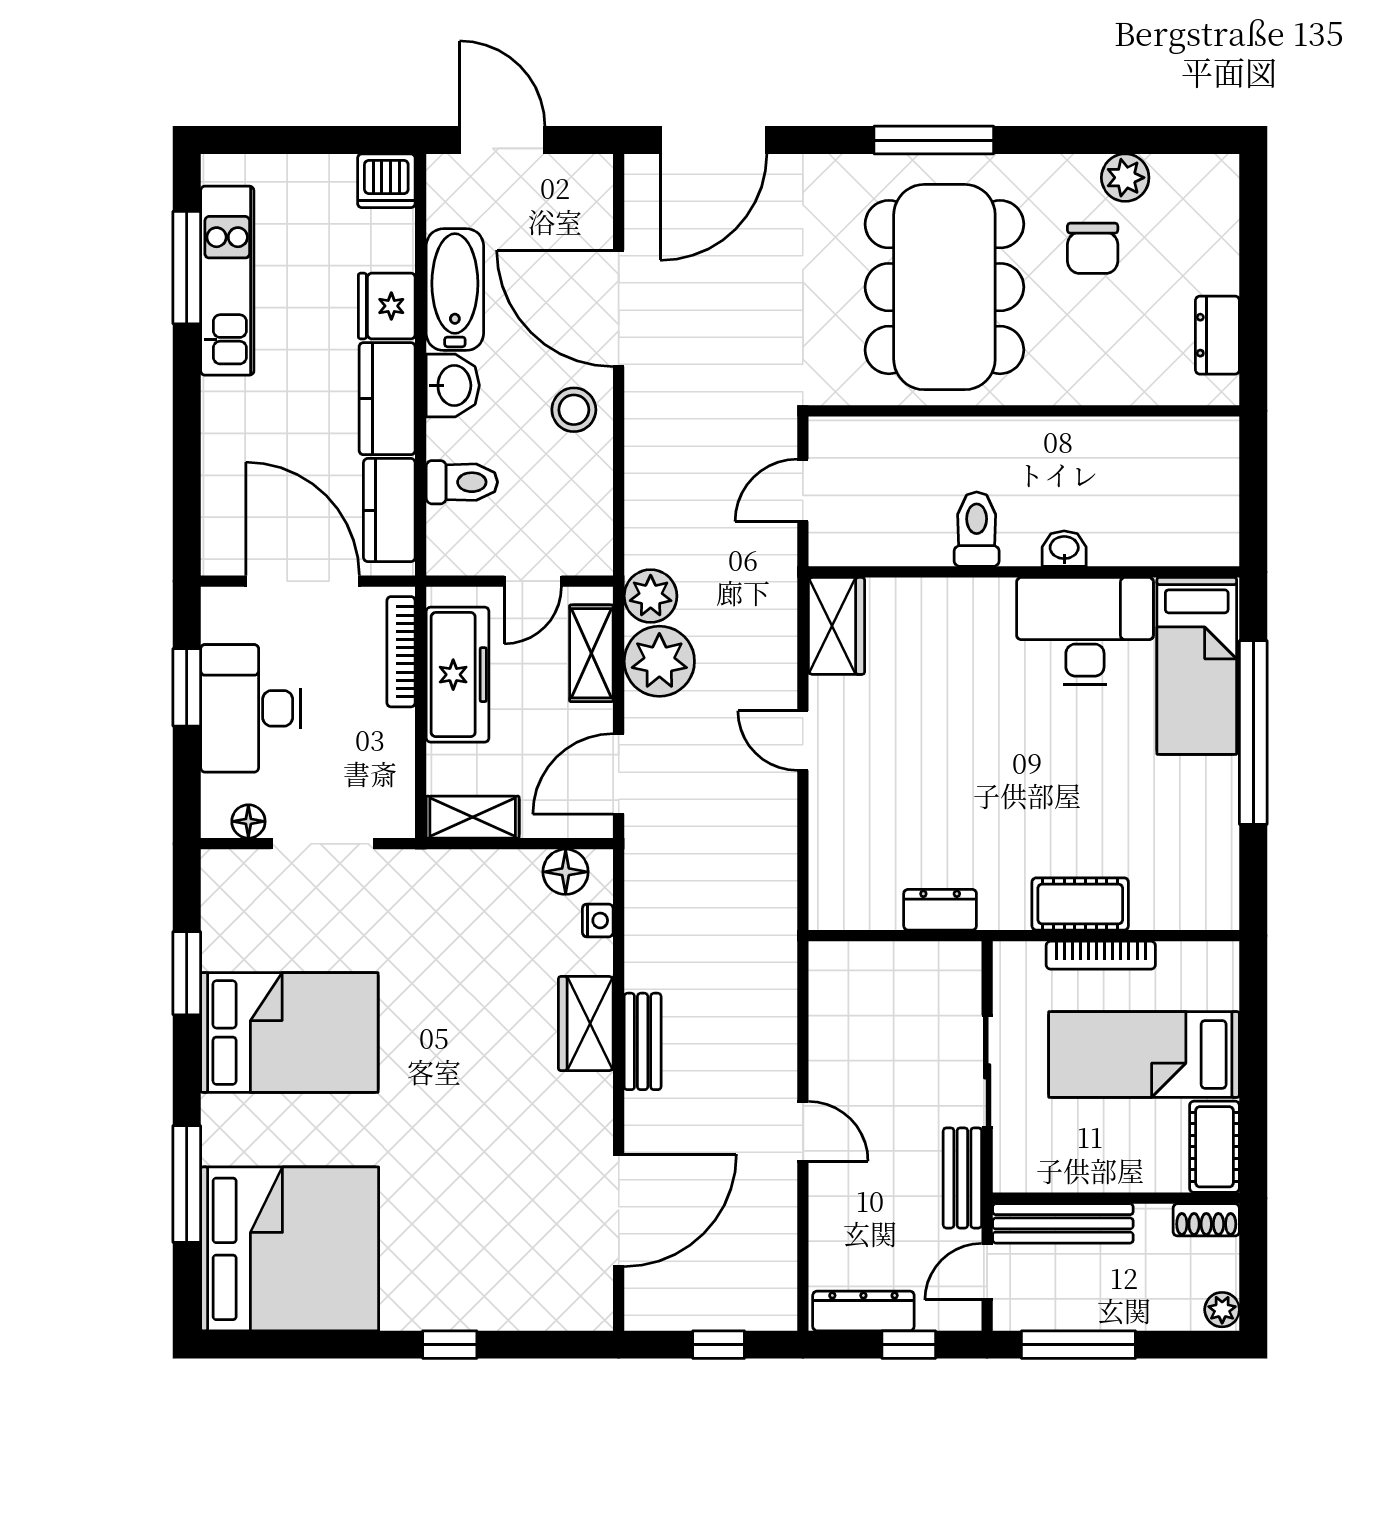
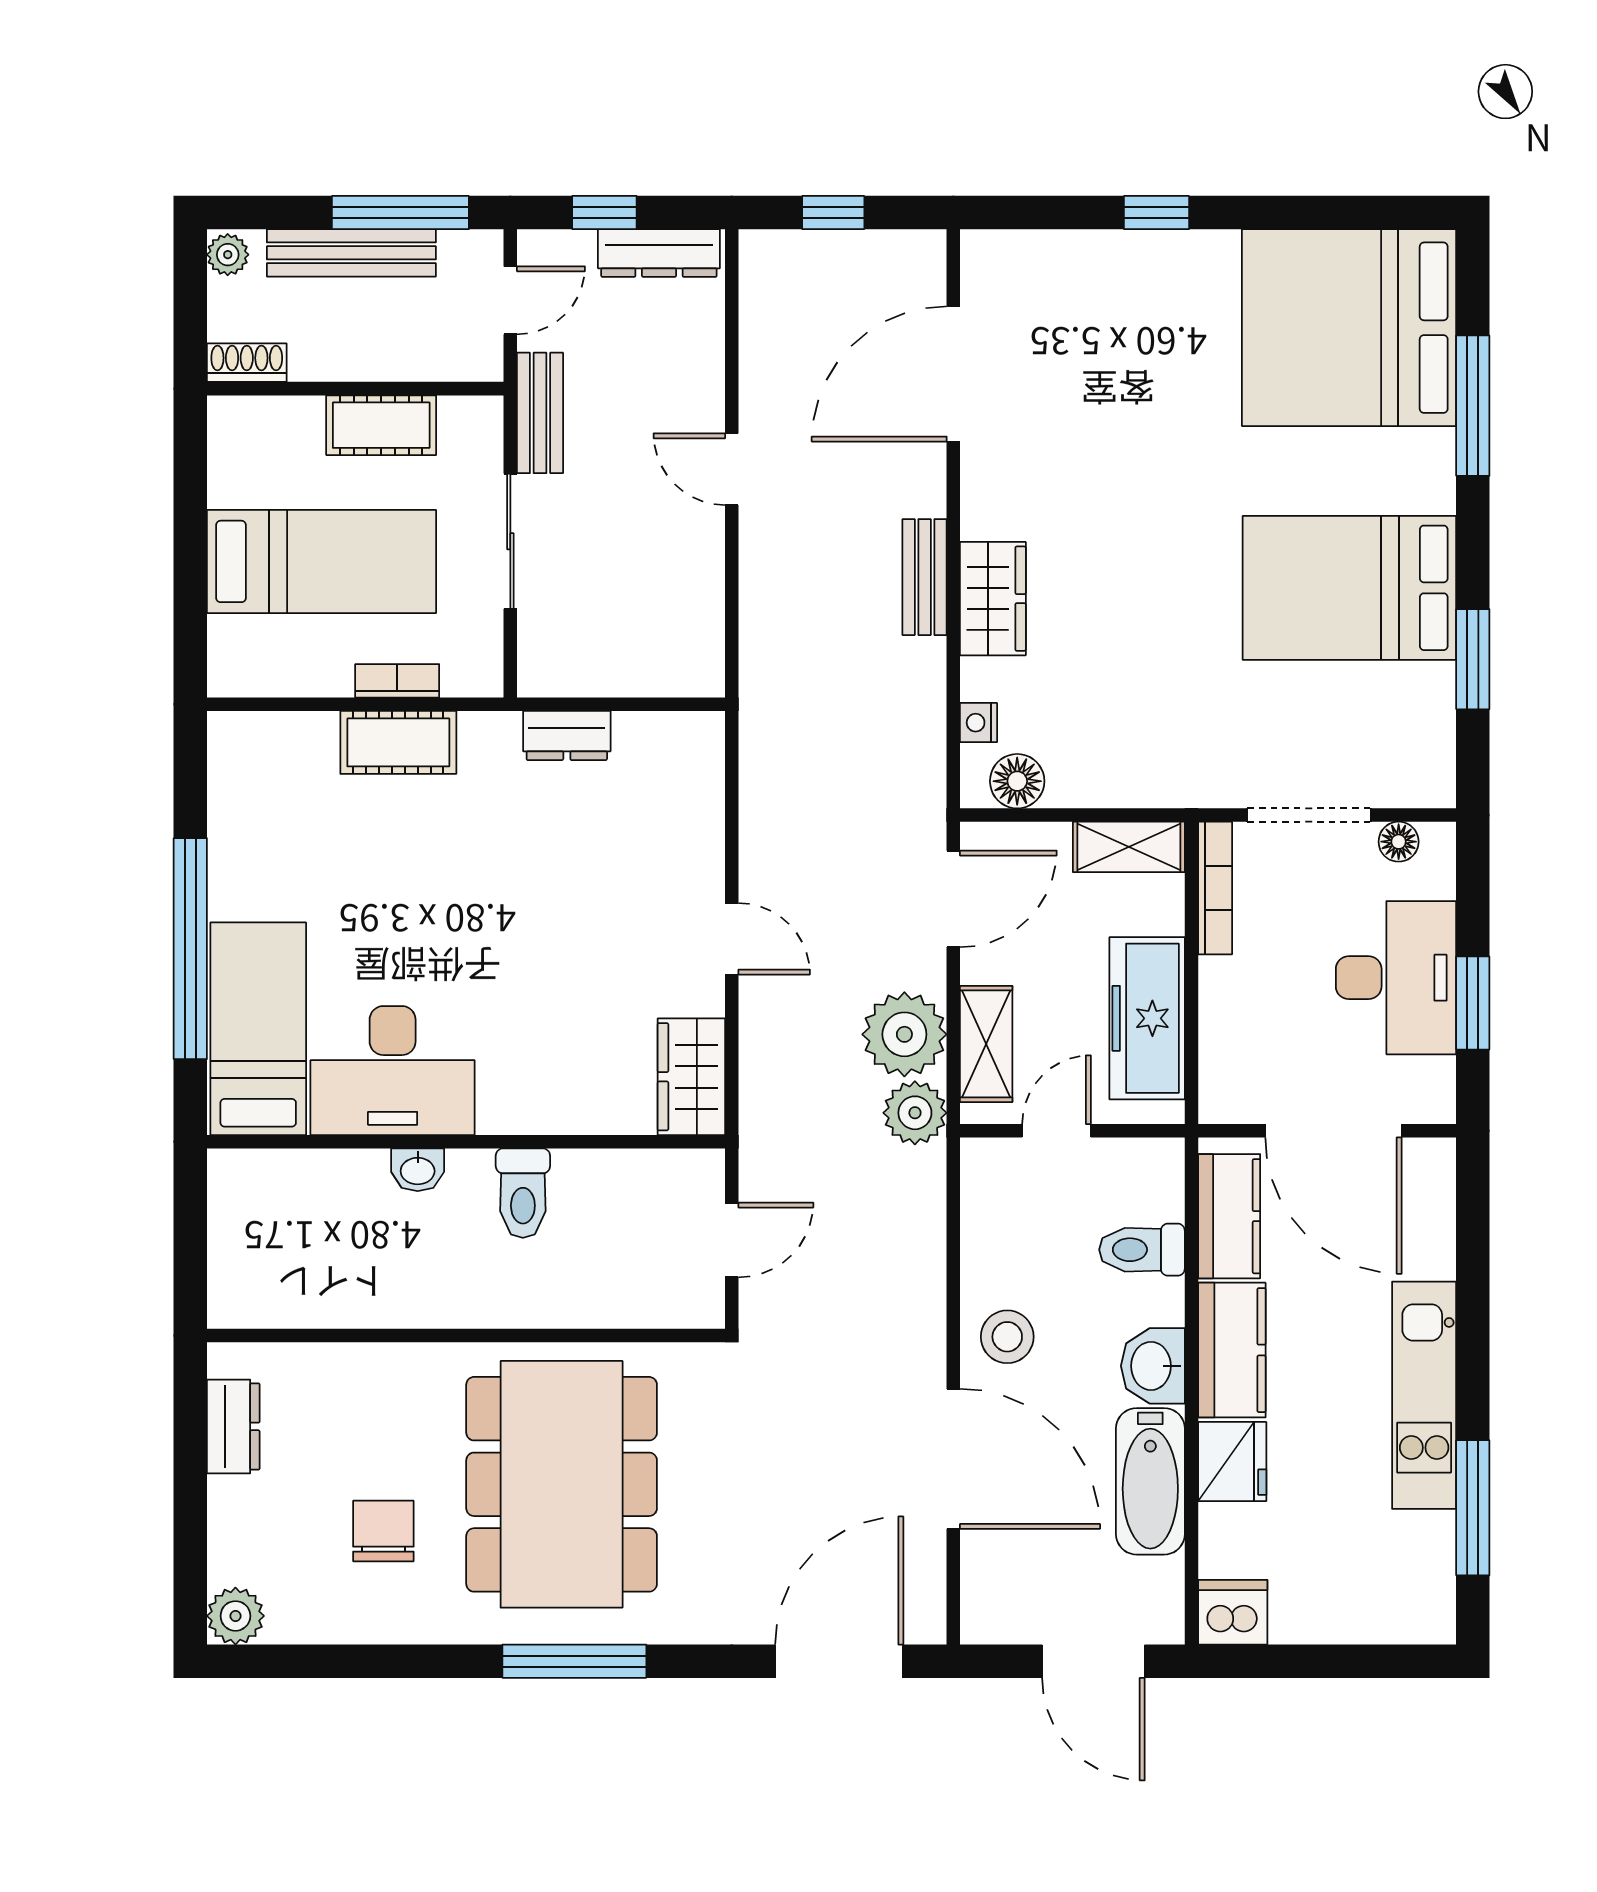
plant: (1125, 178) -> (235, 1616), moved
kitchen unit: (227, 281) -> (1424, 1395), moved
bookcase: (401, 652) -> (1215, 888), moved
bookcase: (1101, 955) -> (397, 681), width x0.64
cot: (1215, 1147) -> (381, 425), moved, turned 90
bench: (1063, 1223) -> (351, 253), moved

